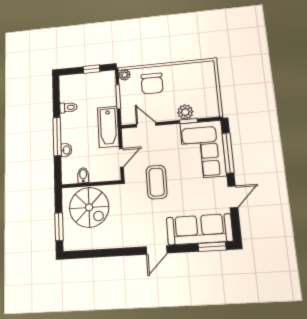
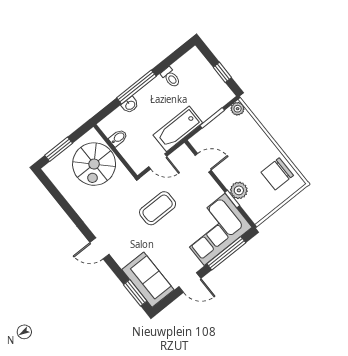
chair: (152, 83) -> (277, 174), moved
door: (146, 125) -> (203, 163), hinge flipped
sofa: (199, 229) -> (148, 280), width x0.73

